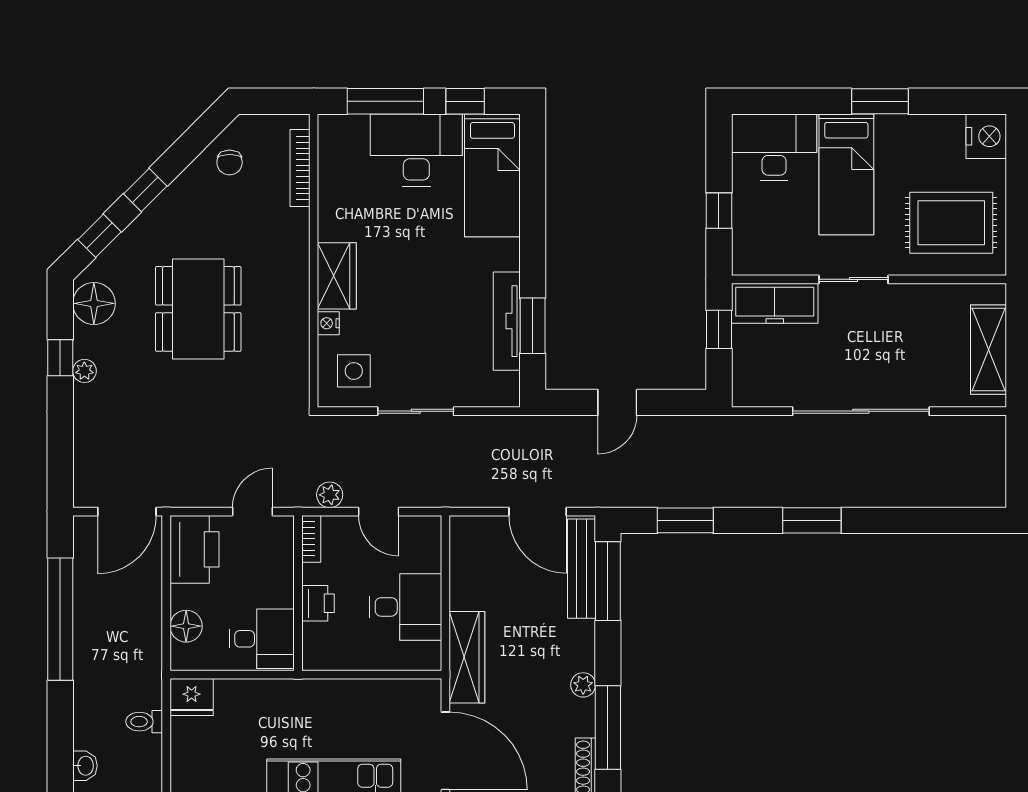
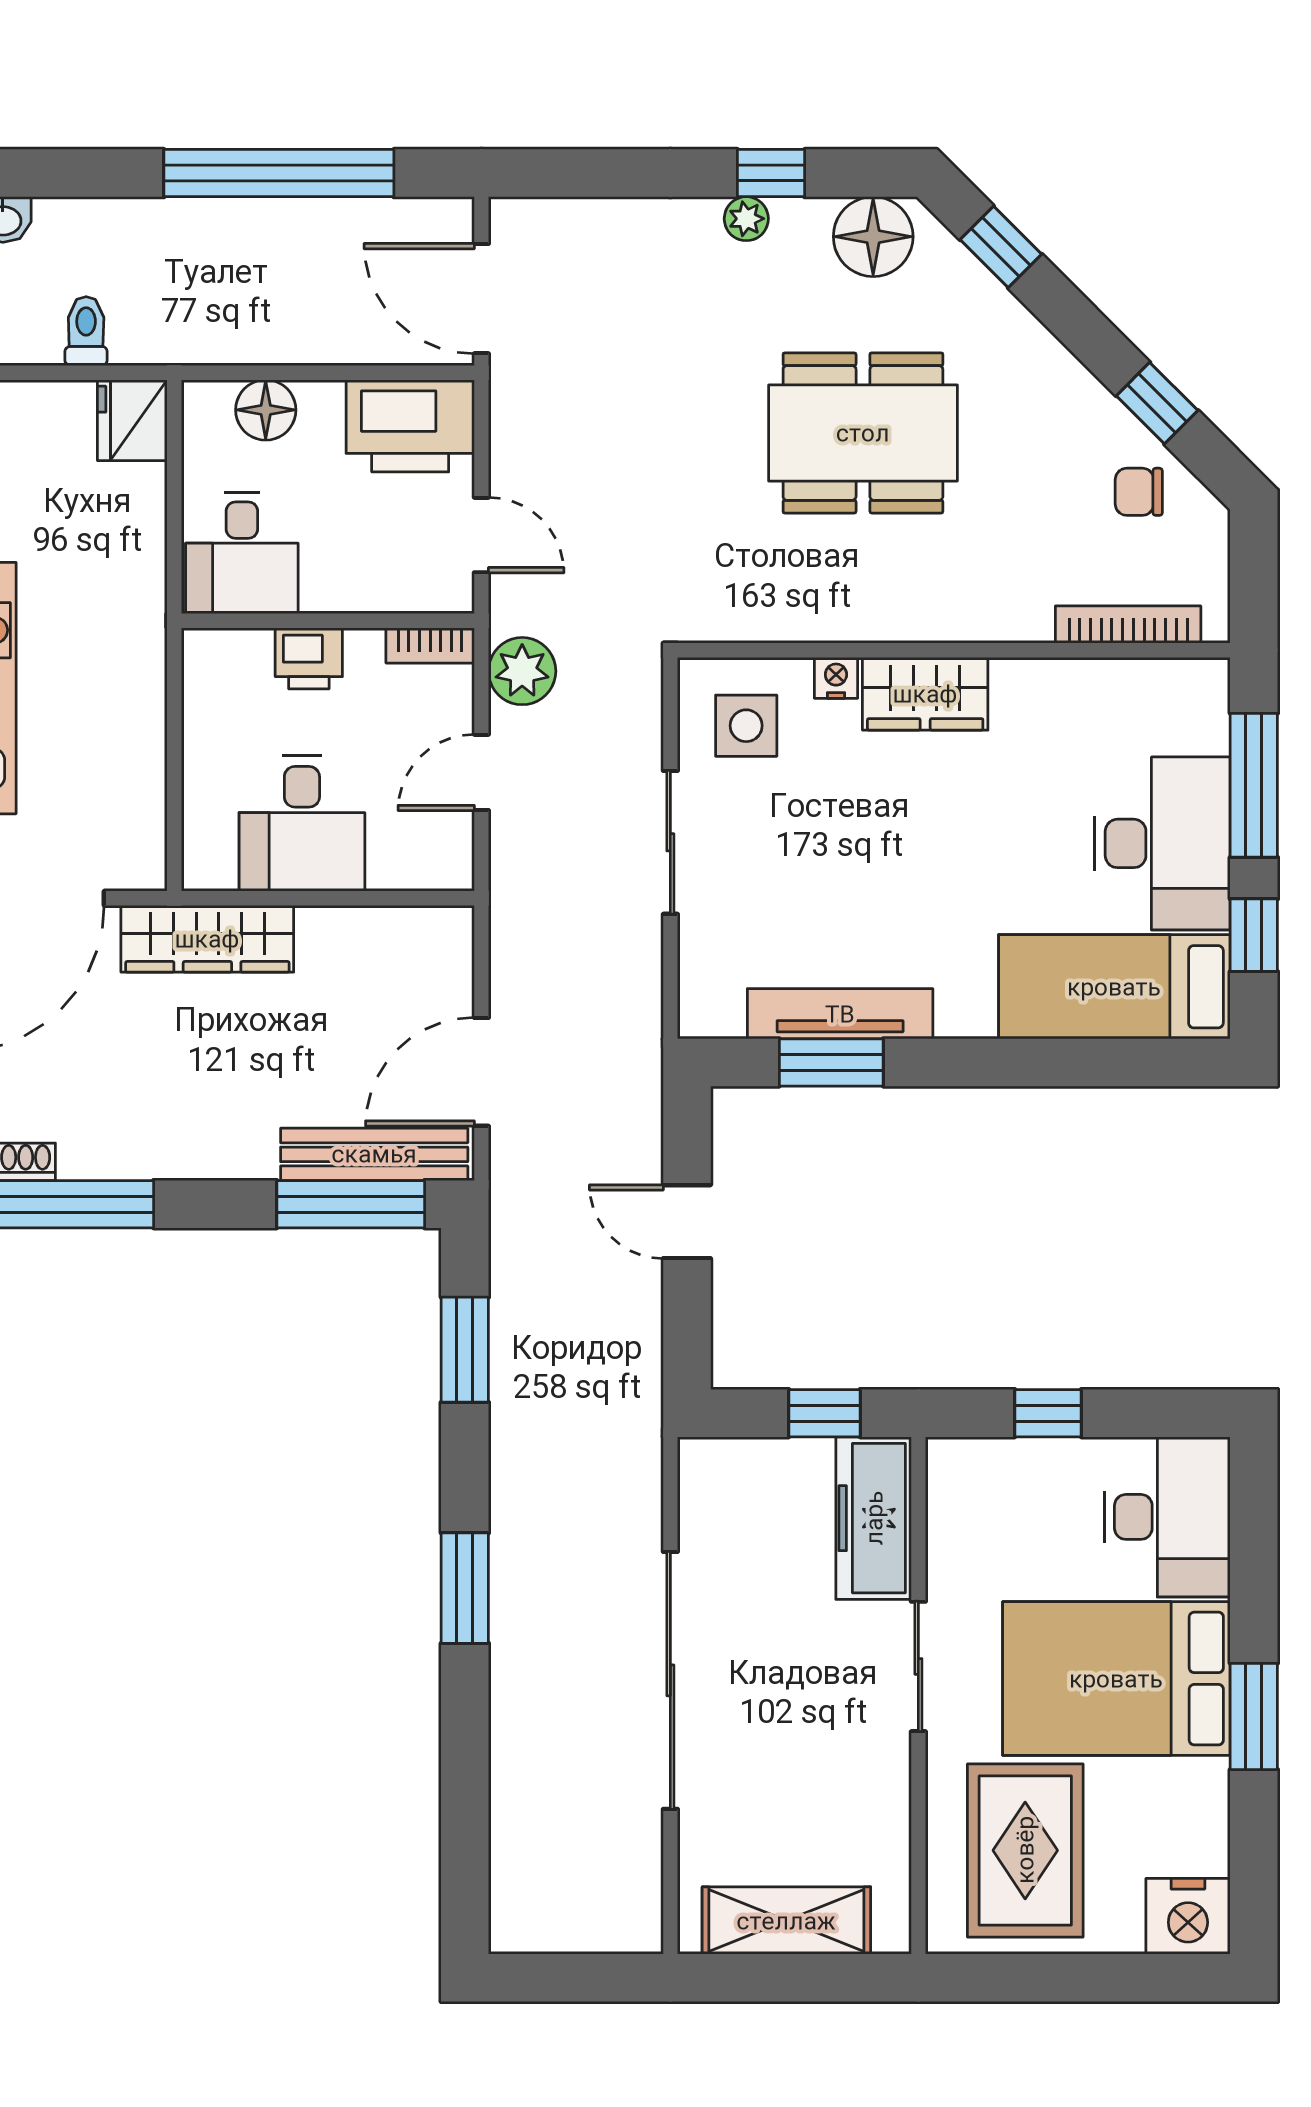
bed: (846, 174) -> (1116, 1679), width x1.50
window: (145, 190) -> (1157, 403), moved
plant: (330, 495) -> (522, 671), width x1.38, depth x1.38
plant: (583, 685) -> (155, 1157), removed

